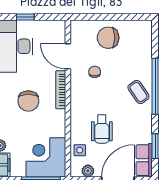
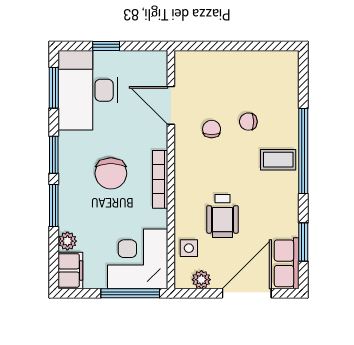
chair: (108, 38) -> (248, 122), moved, width x0.54, depth x0.54
bookcase: (61, 90) -> (160, 179), moved
coffee table: (138, 92) -> (278, 160), turned -56

